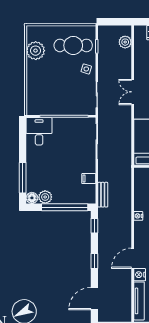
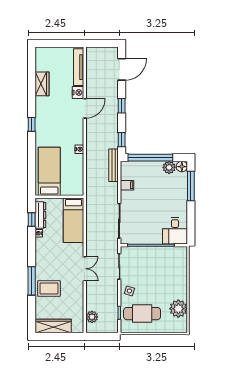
bench: (103, 195) -> (114, 165), width x1.36

